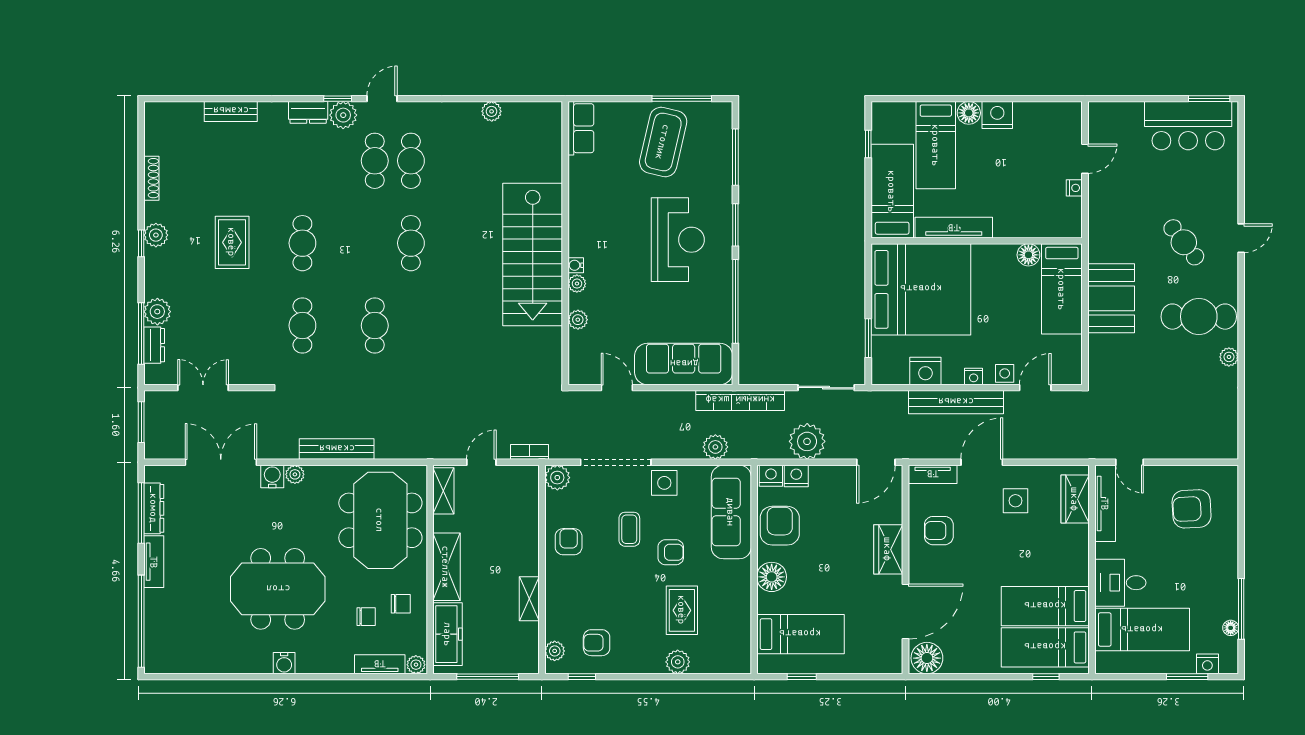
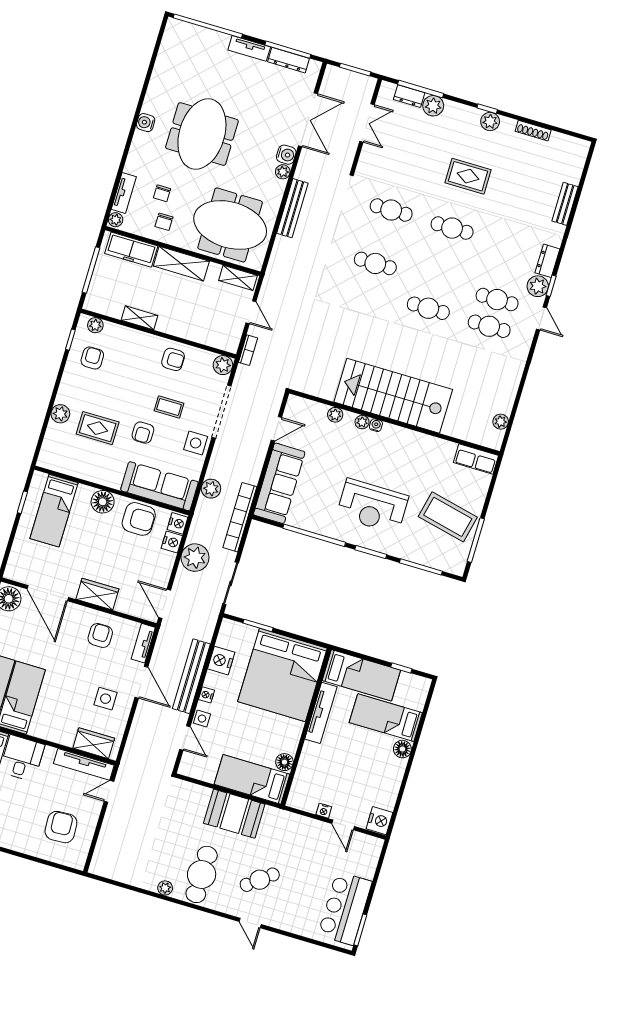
plant: (492, 111) -> (501, 422), moved
nightstand: (997, 115) -> (379, 821), moved

